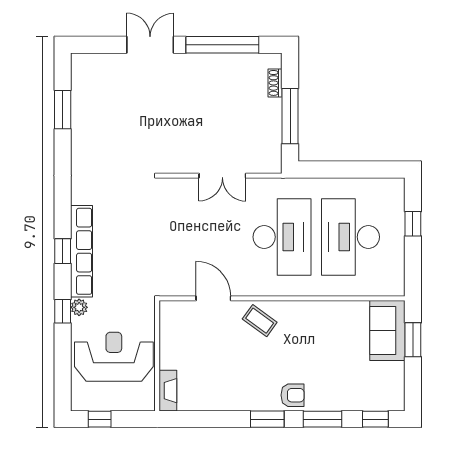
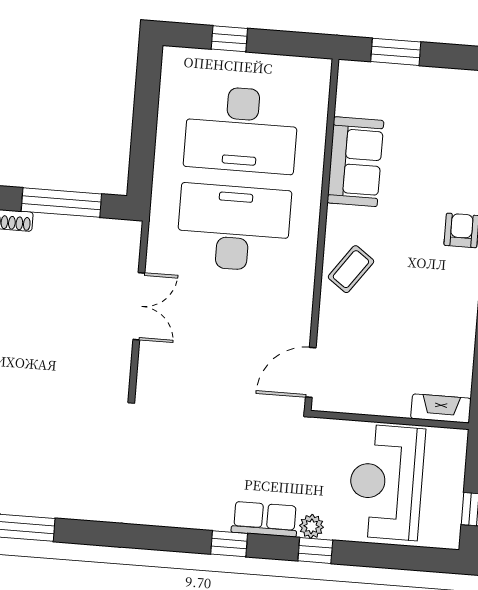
row of seats: (81, 251) -> (265, 519), width x0.50
door: (213, 298) -> (311, 372), moved
sofa: (387, 331) -> (355, 162), moved, turned -90

